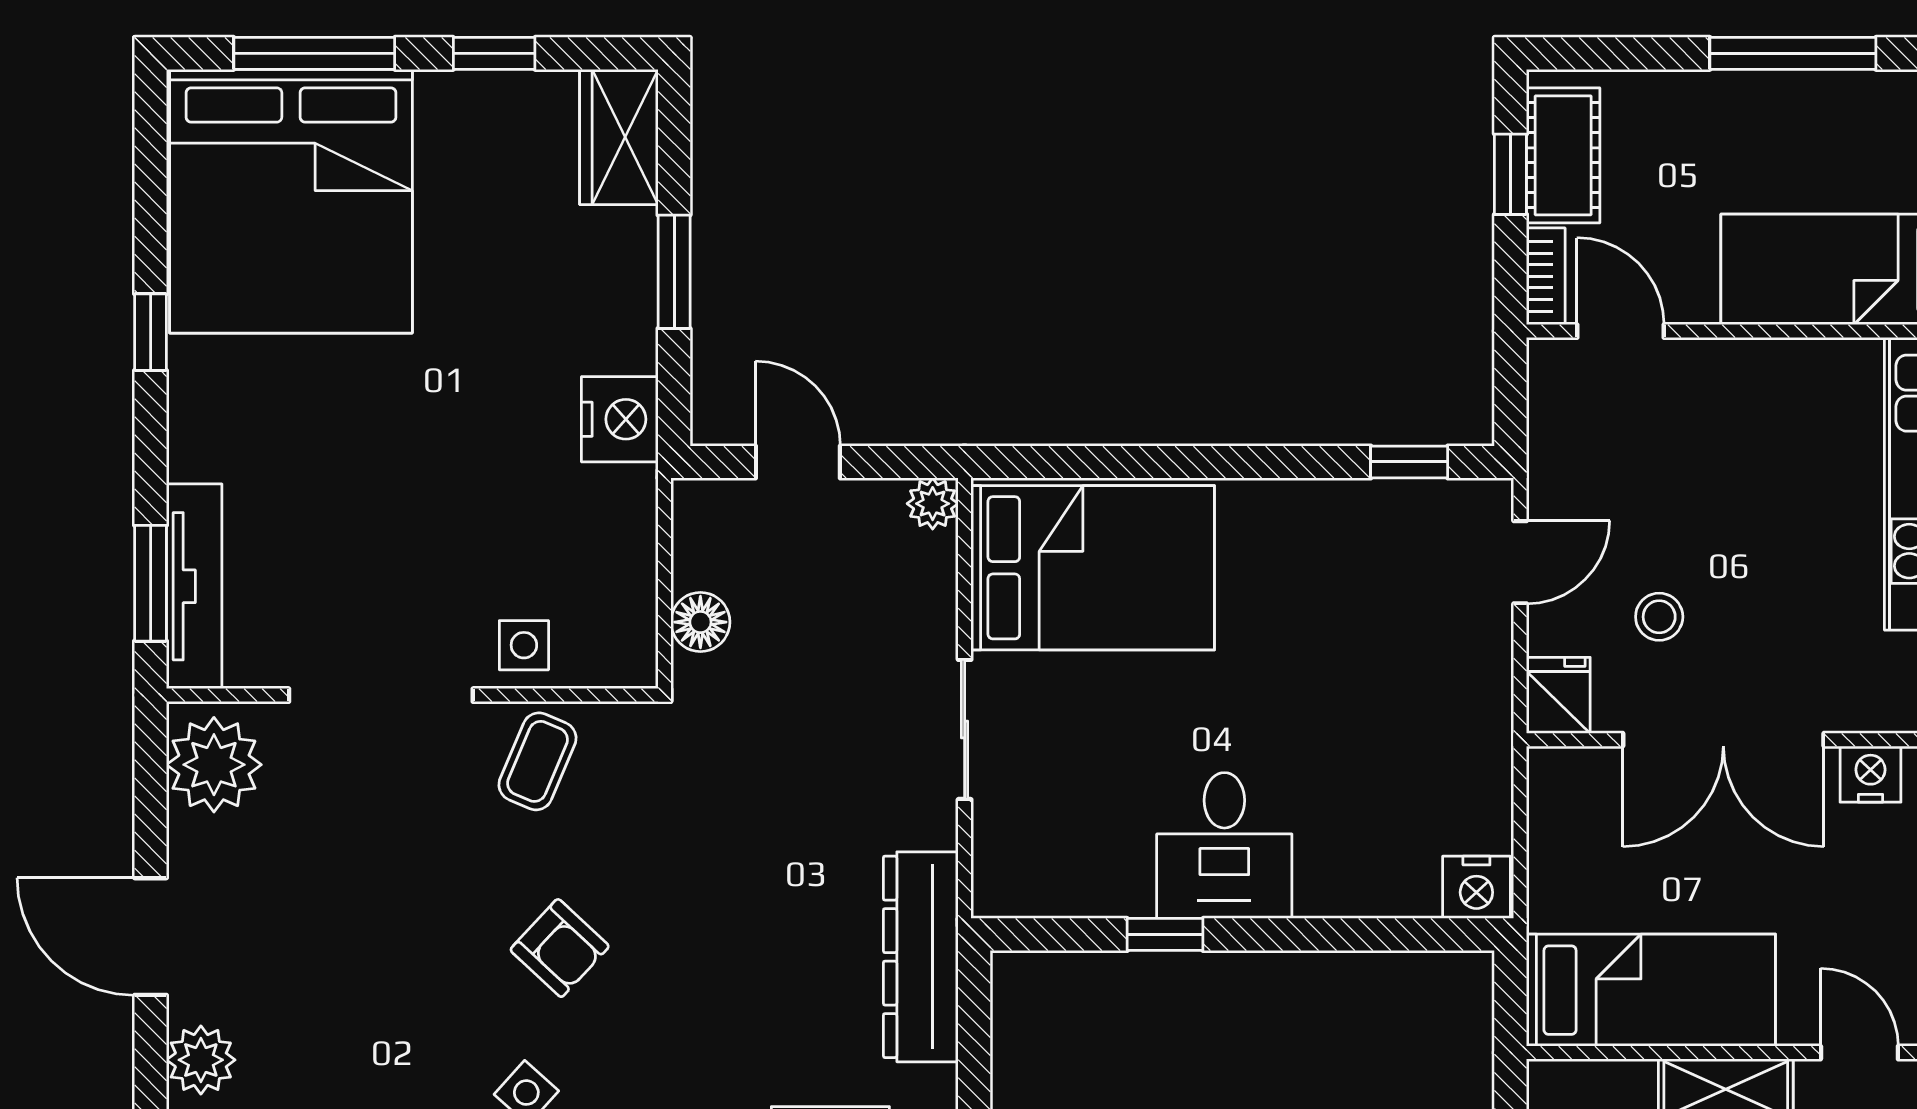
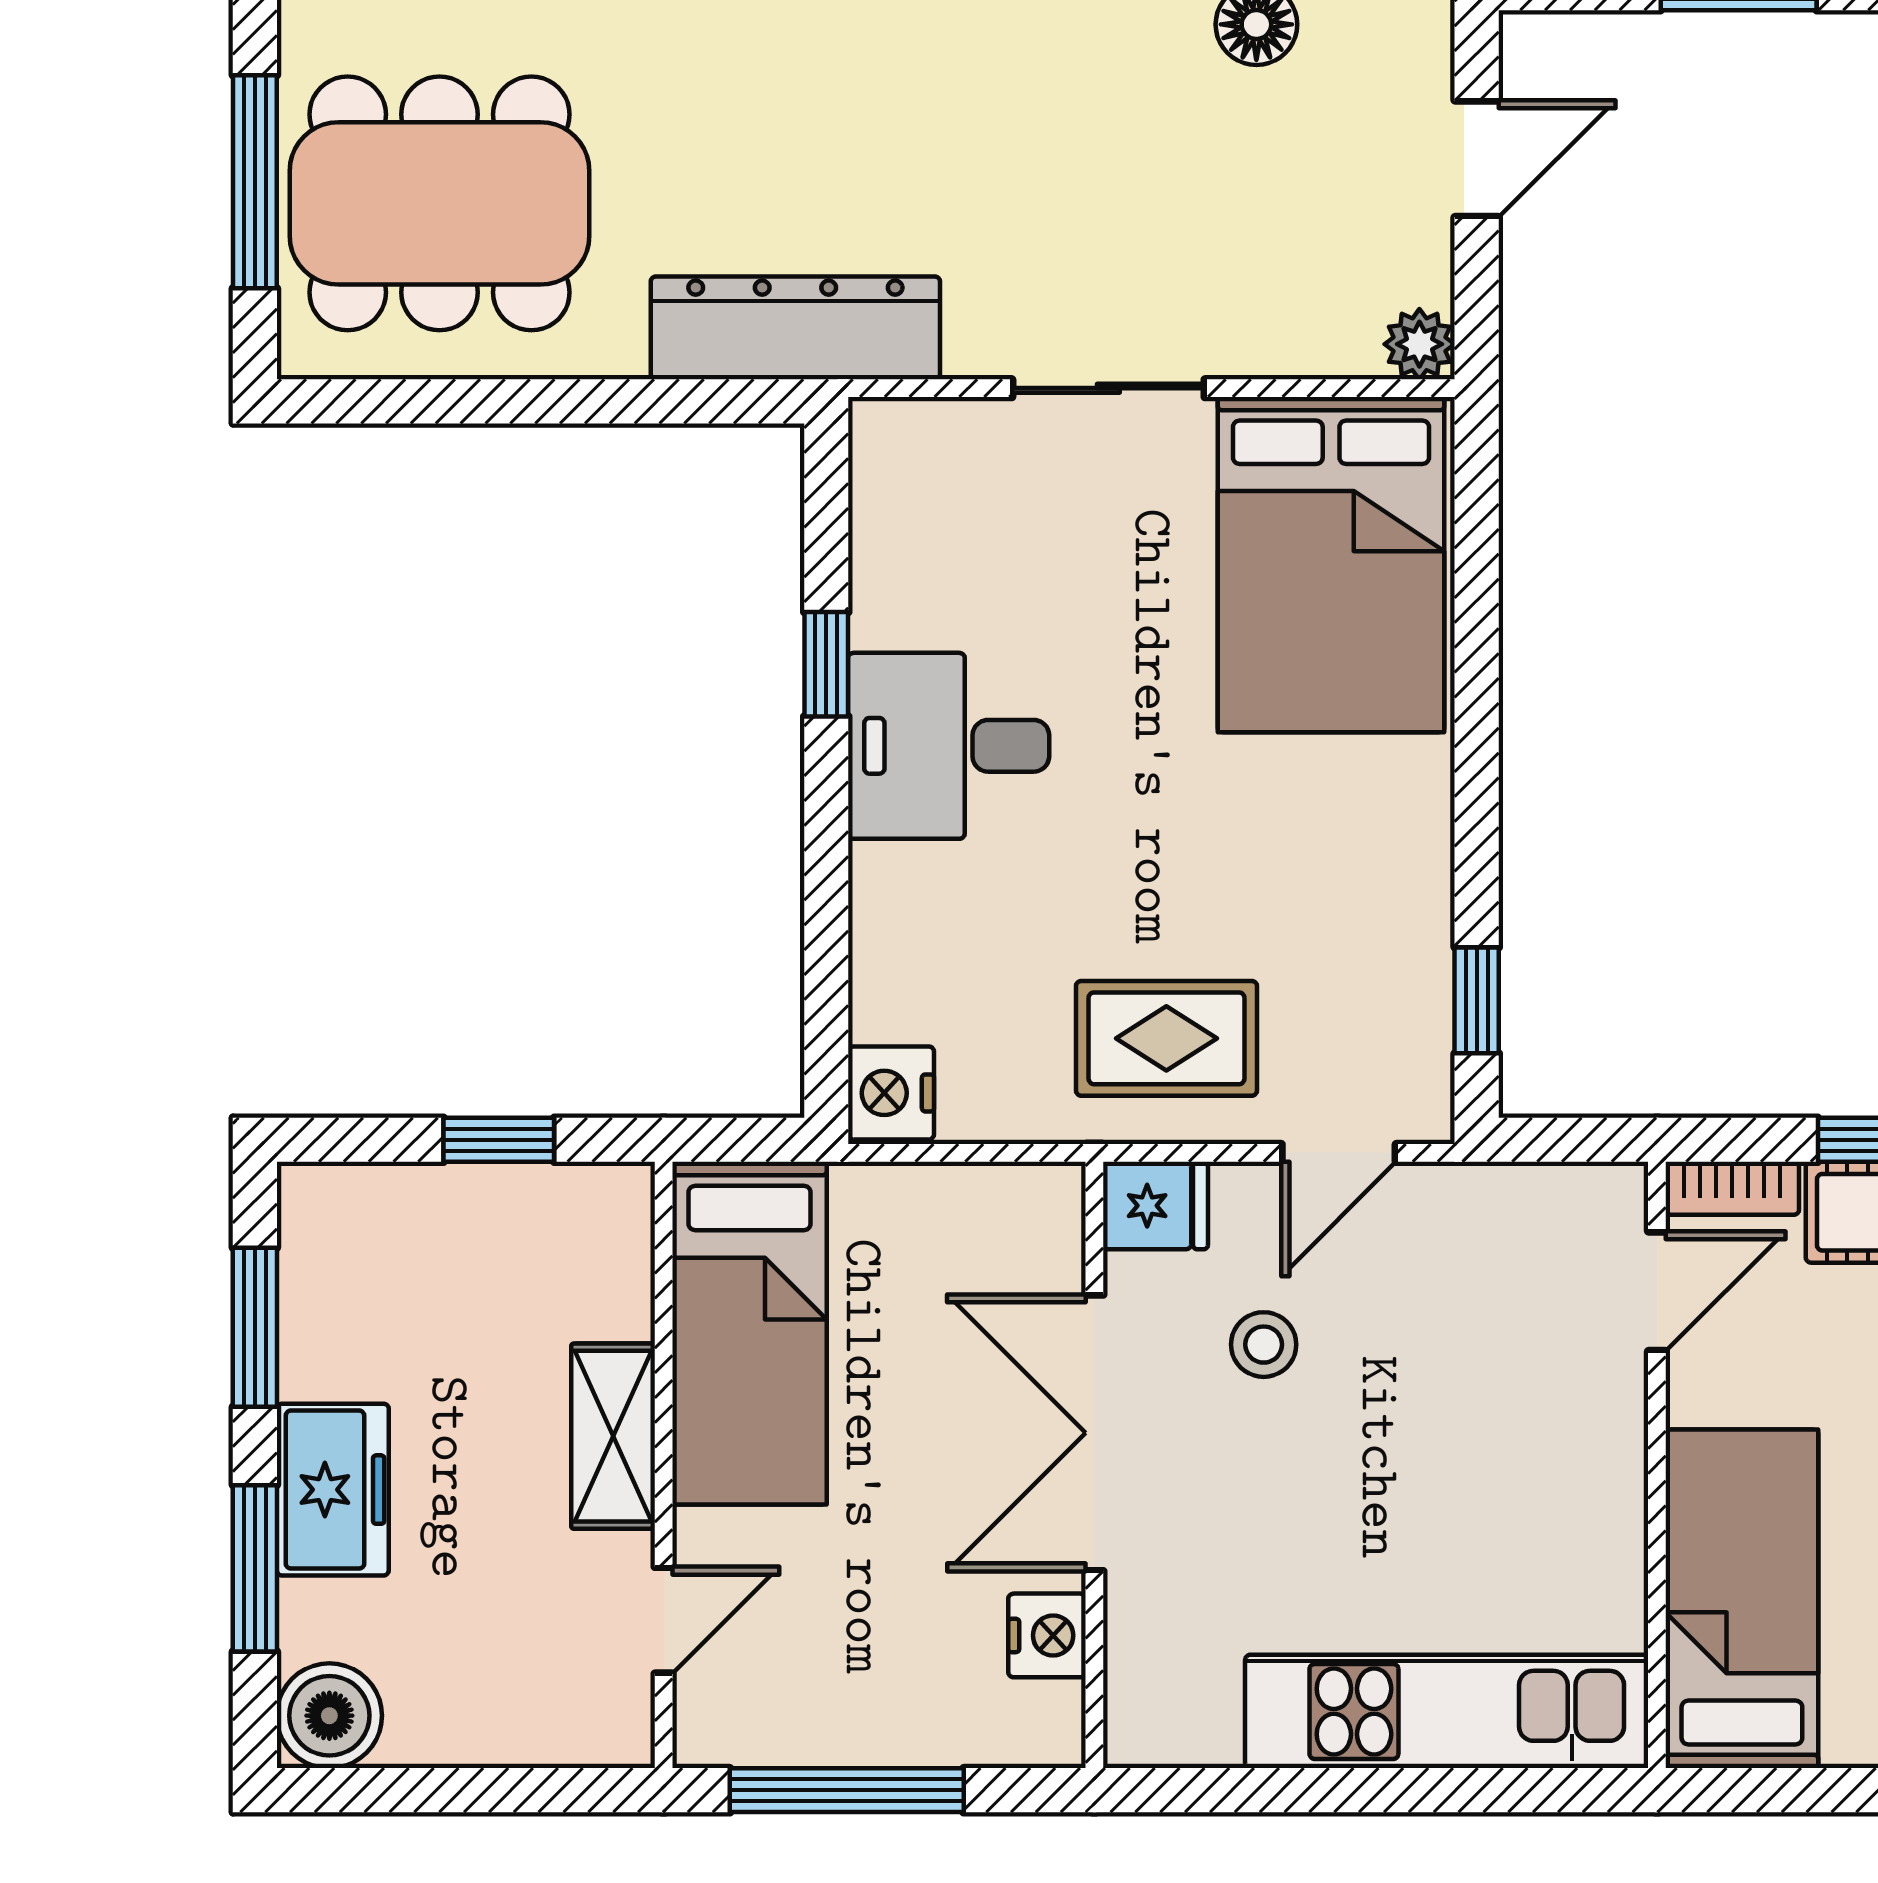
door: (1520, 562) -> (1339, 1153), hinge flipped
rug: (1437, 687) -> (1166, 1038), added

